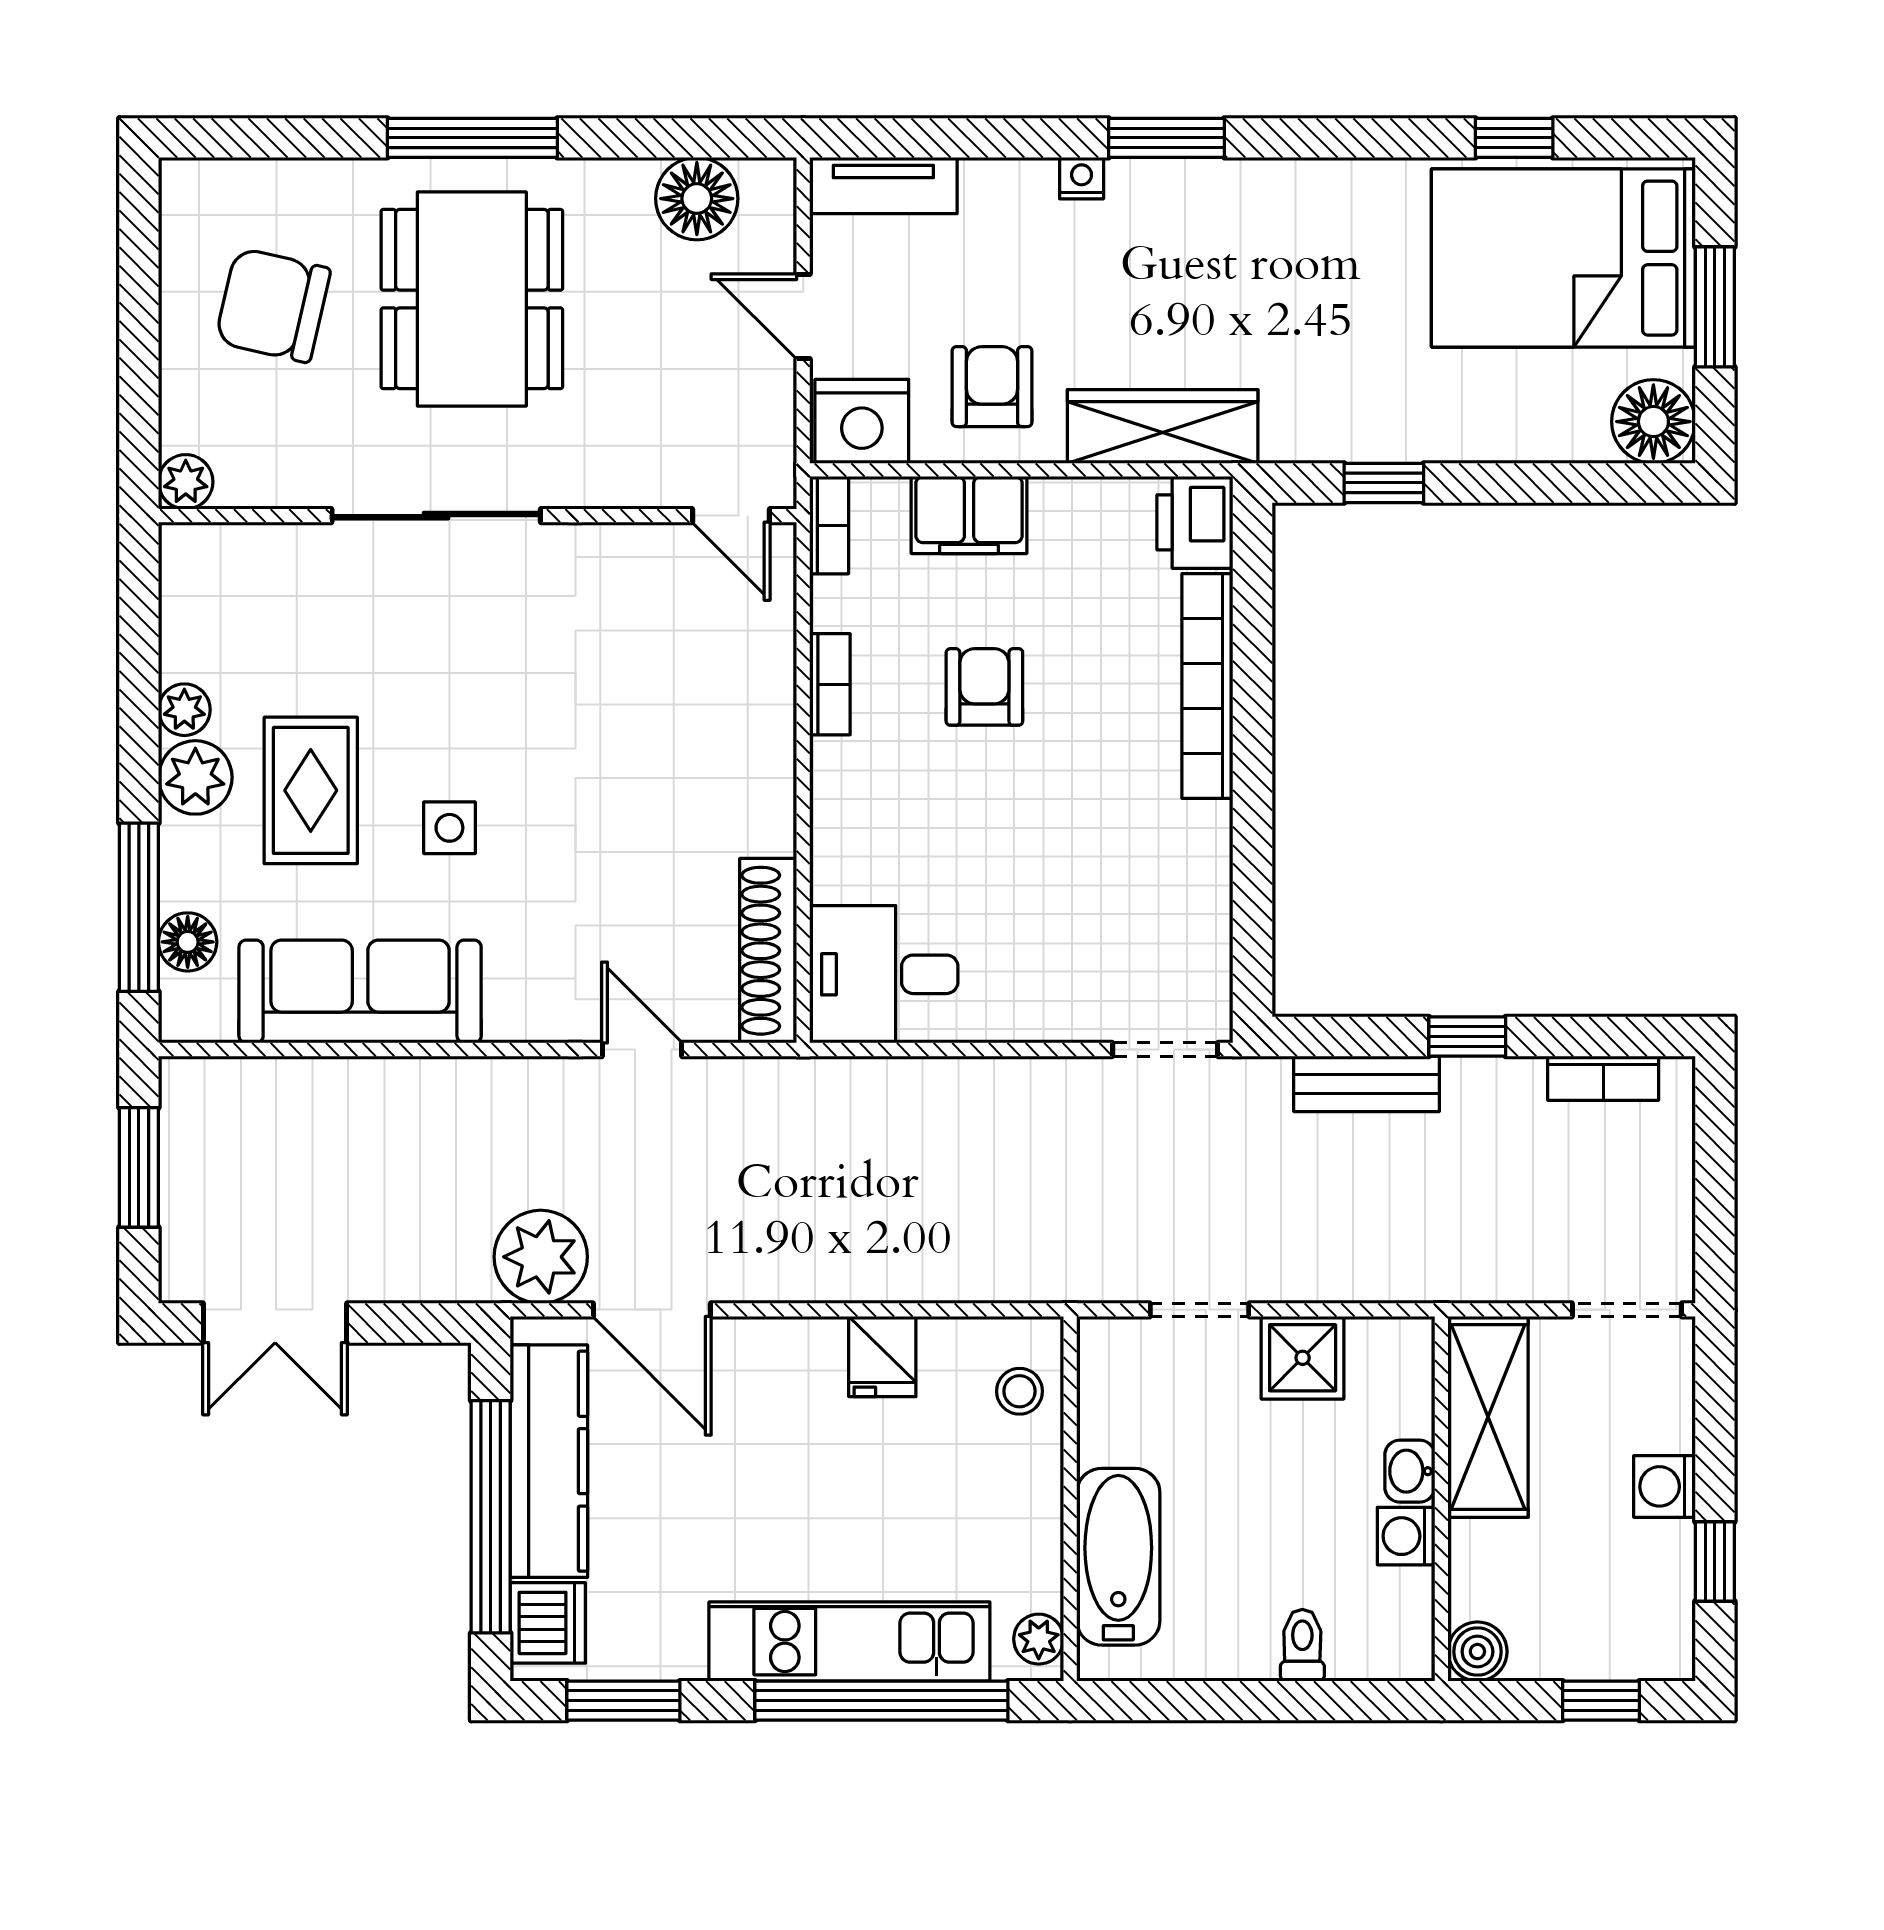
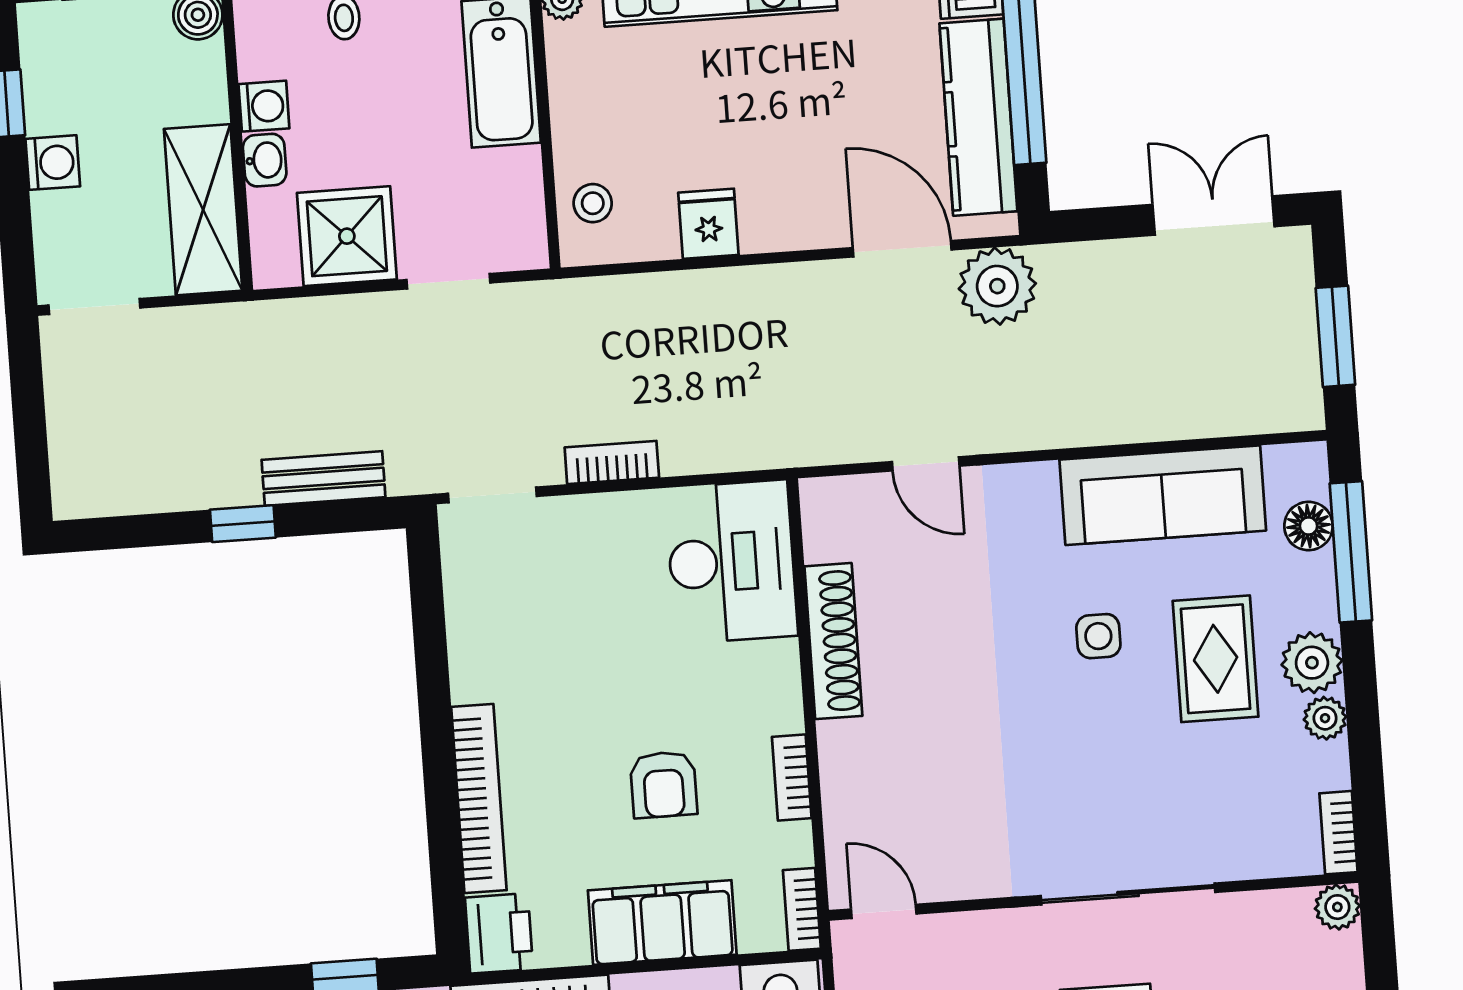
filing cabinet: (969, 515) -> (662, 922), width x1.50, depth x1.17
bookcase: (178, 571) -> (1338, 833), added
shoe rack: (768, 951) -> (833, 641), moved
desk: (884, 974) -> (731, 562), width x1.37
bookcase: (1603, 1078) -> (612, 462), moved
shower: (1303, 1358) -> (347, 236), width x1.36, depth x1.36

